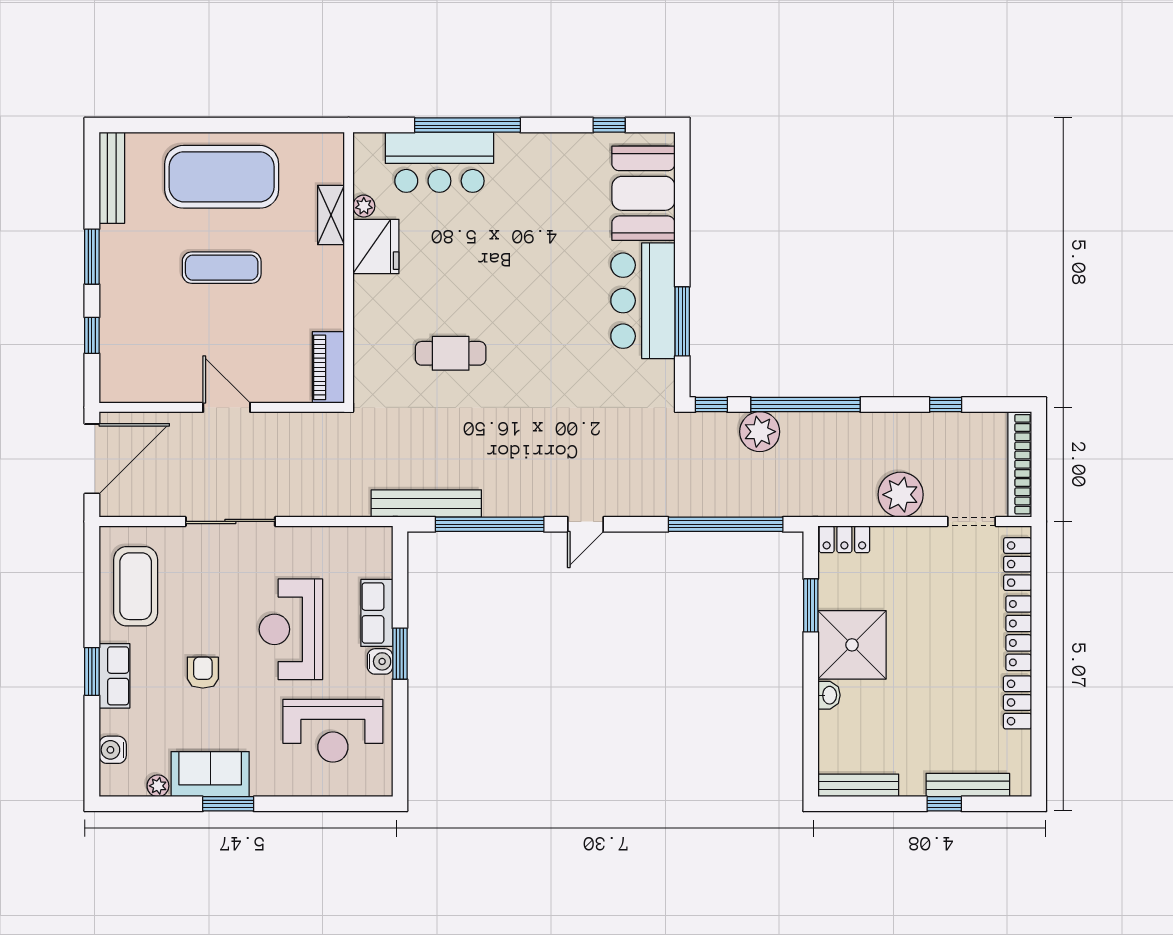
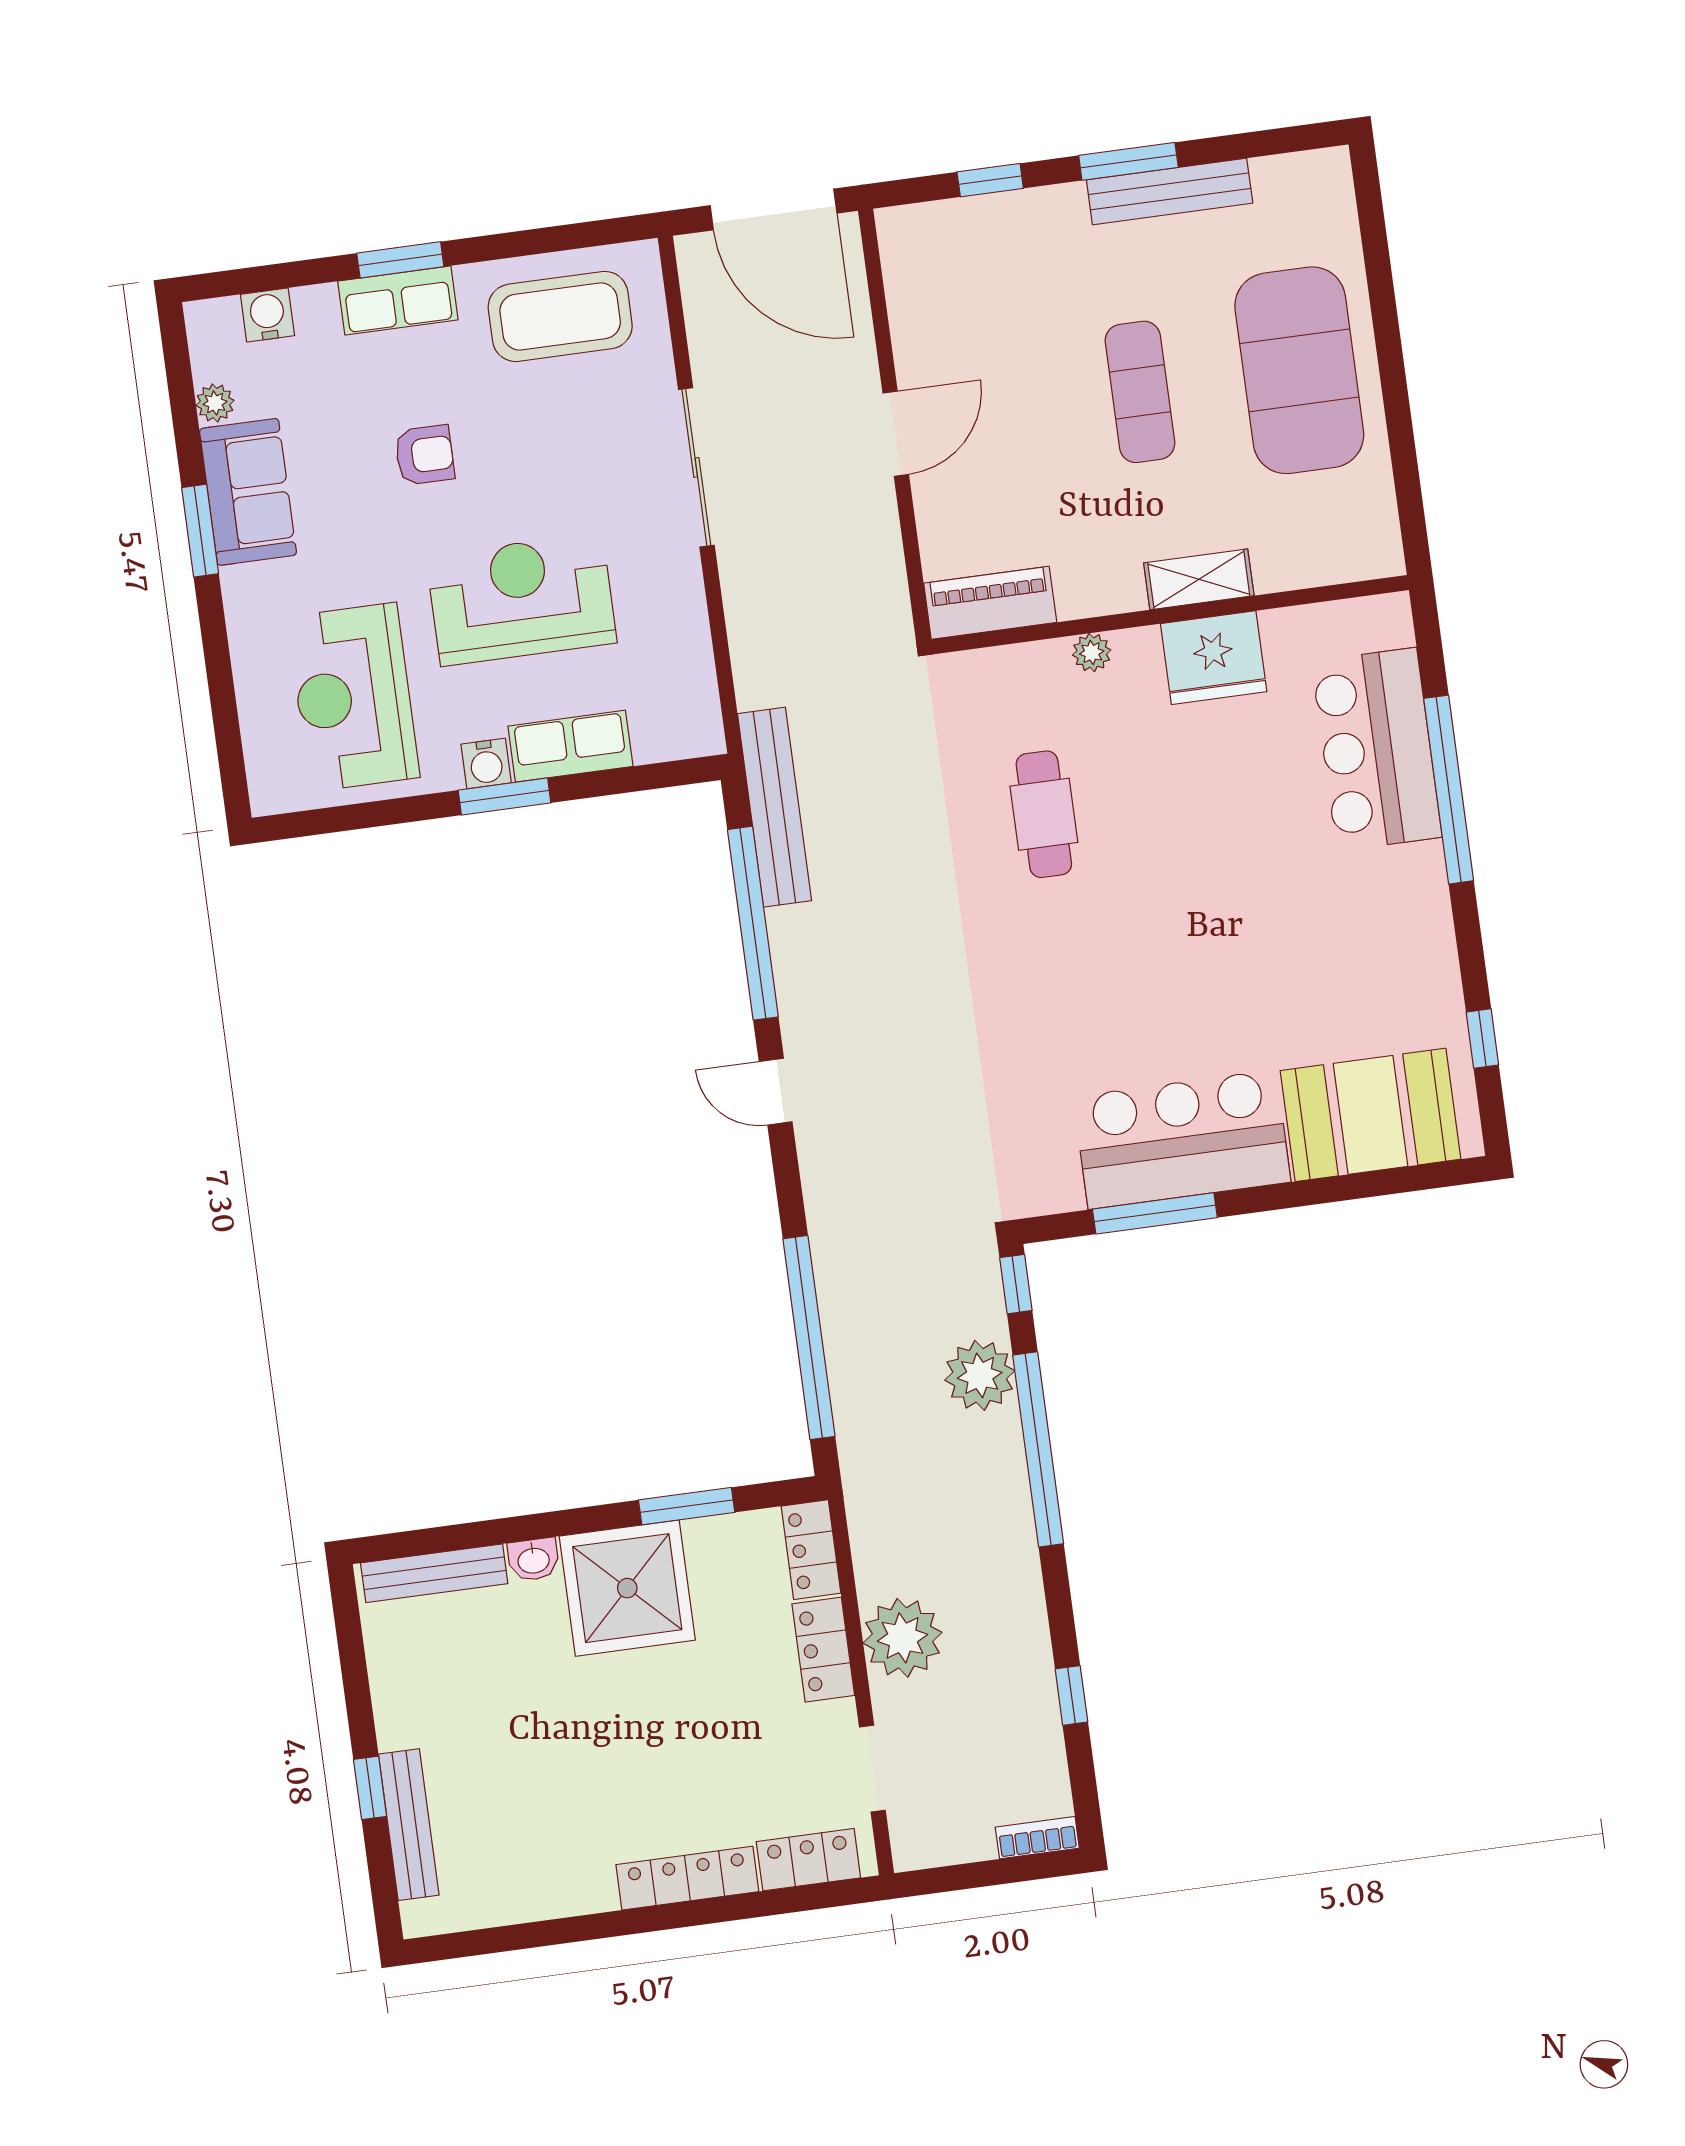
bench: (112, 178) -> (1170, 191), moved
plant: (364, 206) -> (1092, 653), moved
shelving: (331, 215) -> (1199, 579), moved
bookcase: (1020, 464) -> (1037, 1838), width x0.43, depth x0.76
locker: (1018, 702) -> (823, 1650), moved, turned -90
bench: (858, 785) -> (434, 1573), moved, turned 90

